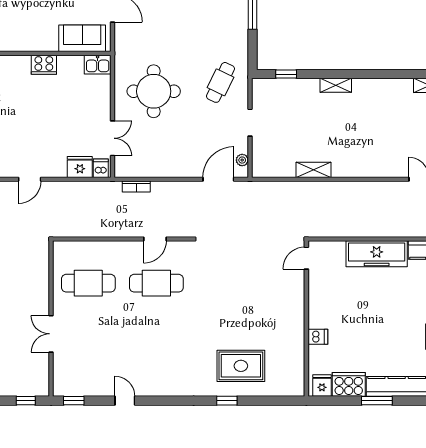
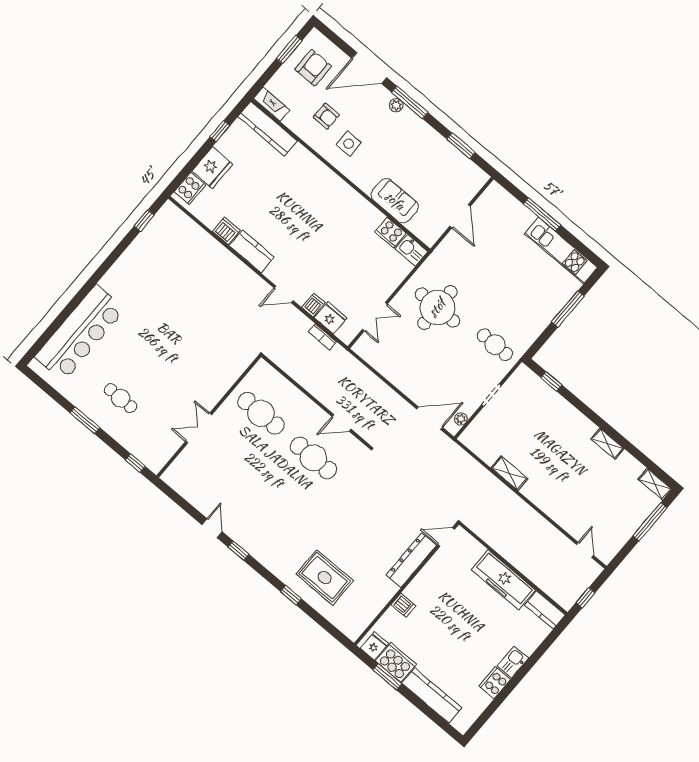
sofa: (82, 38) -> (395, 201), moved
cooker: (44, 65) -> (391, 232), moved
cafe table: (221, 82) -> (495, 345), turned 64
shelving: (336, 85) -> (607, 444), moved
dishwasher: (101, 168) -> (313, 305), moved
bookcase: (136, 187) -> (322, 337), moved
dresser: (295, 298) -> (411, 560), added
window: (74, 401) -> (239, 551), moved
window: (377, 401) -> (387, 677), moved

